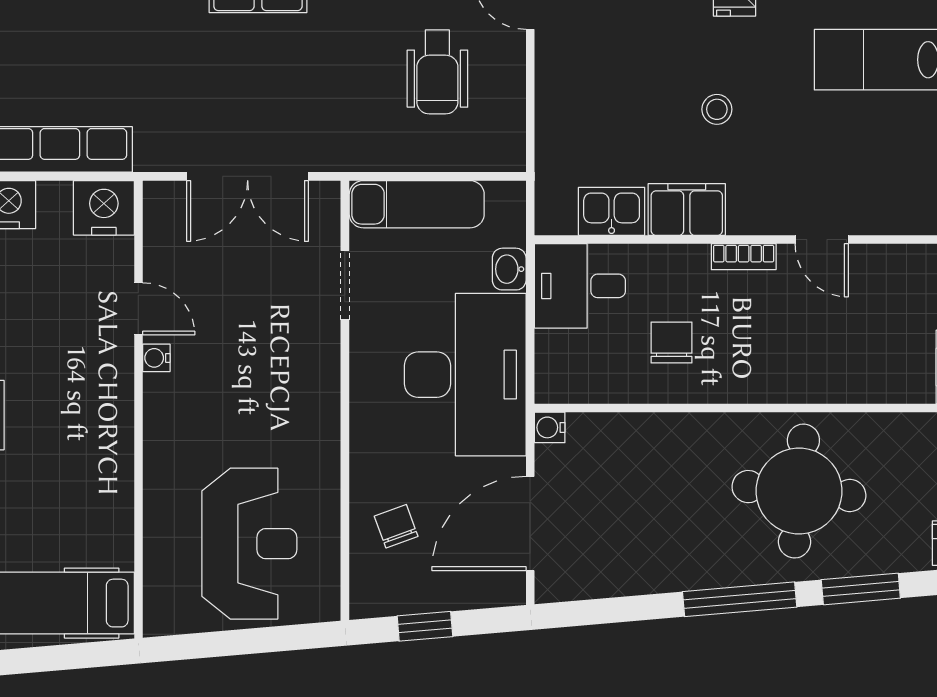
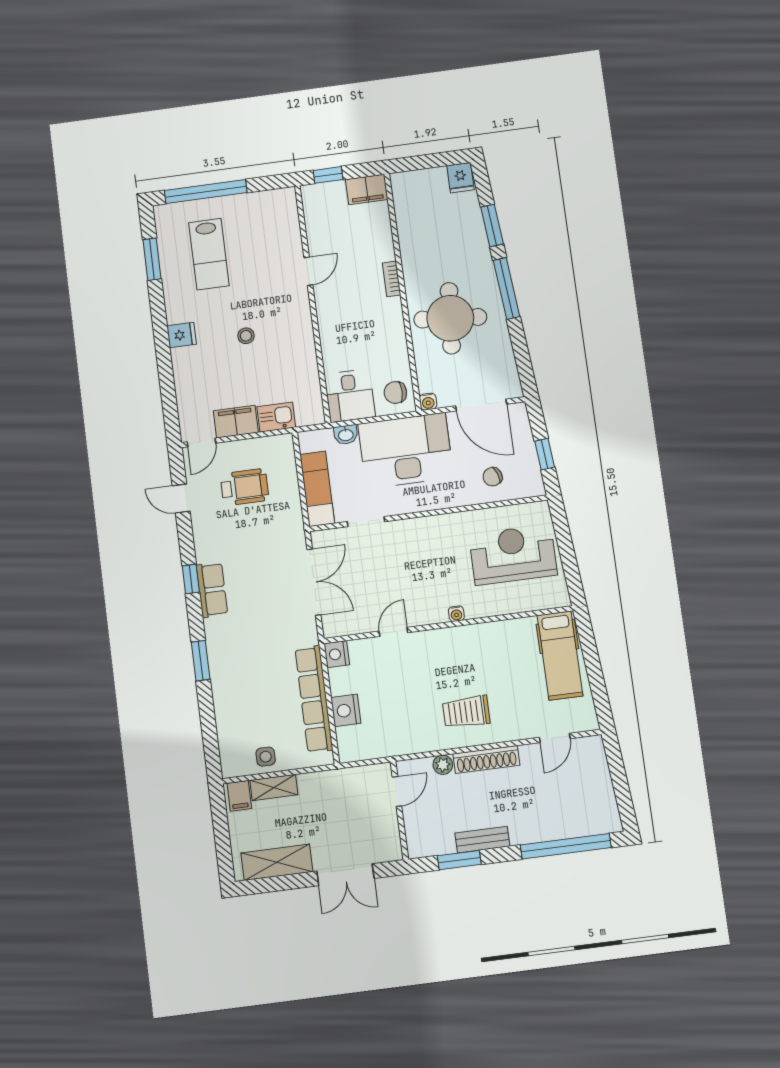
nightstand: (104, 208) -> (337, 654), width x0.74, depth x0.75
filing cabinet: (687, 210) -> (236, 422), moved, turned 90
kitchen sink: (612, 211) -> (276, 417), moved, turned 90
bookcase: (744, 257) -> (392, 279), moved, turned 180
chair: (672, 343) -> (395, 392), moved
water cooler: (156, 358) -> (456, 614), moved
round table: (799, 491) -> (450, 318), moved

